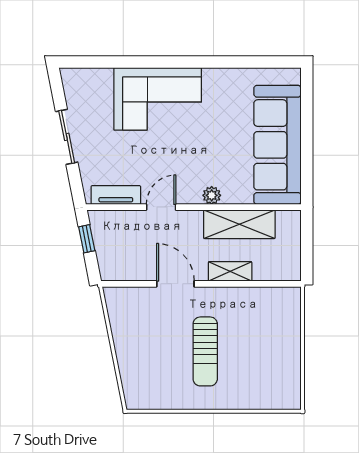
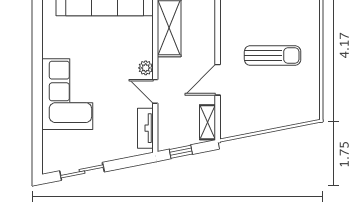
sliding door: (67, 137) -> (82, 171), moved
plant: (212, 195) -> (146, 68), moved
shelving: (230, 271) -> (207, 122), moved

